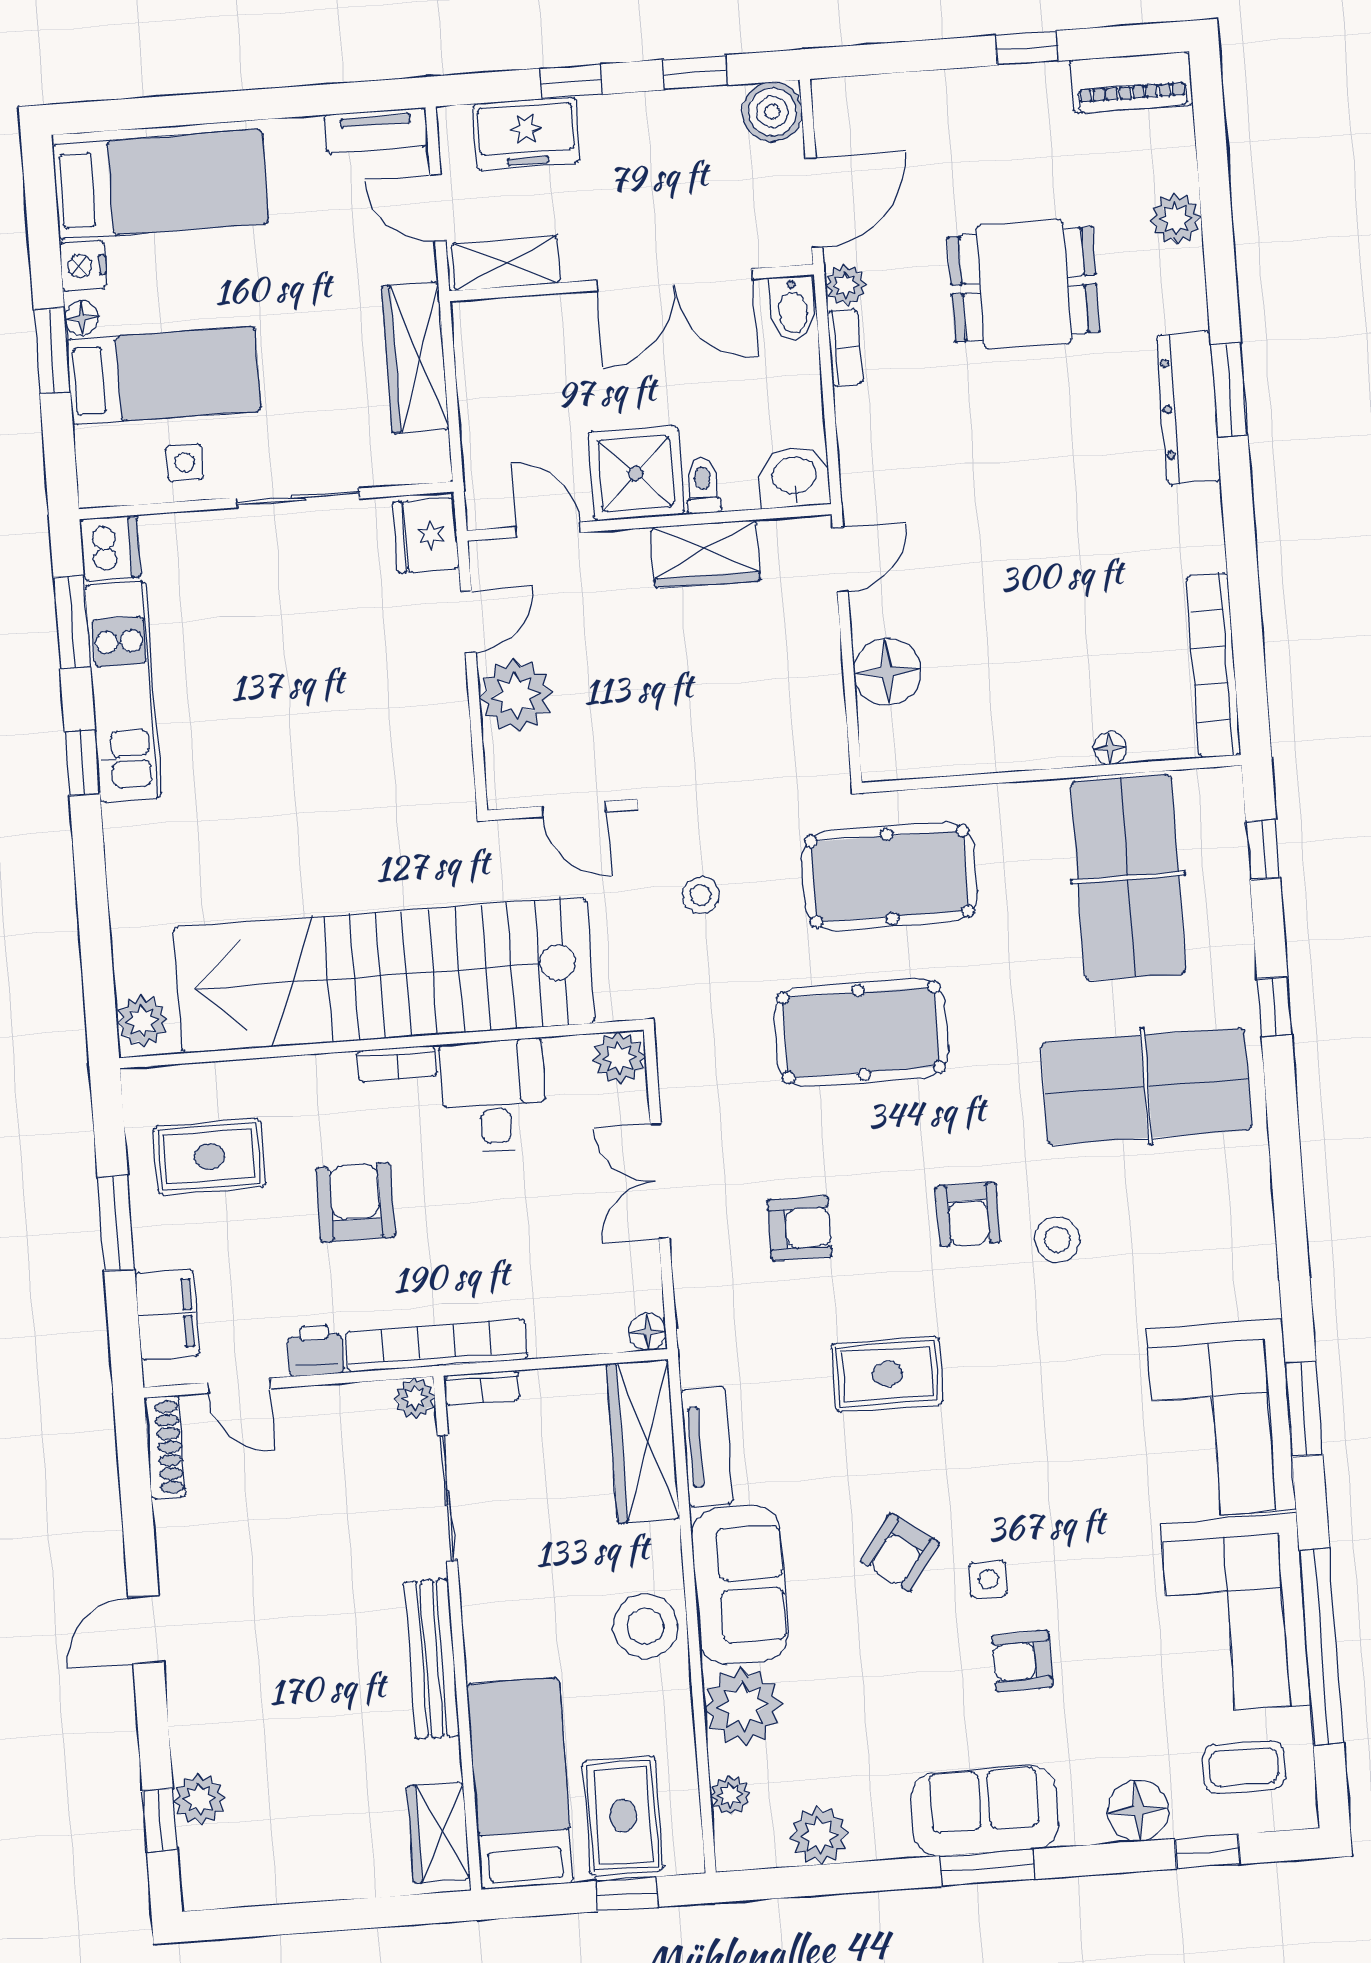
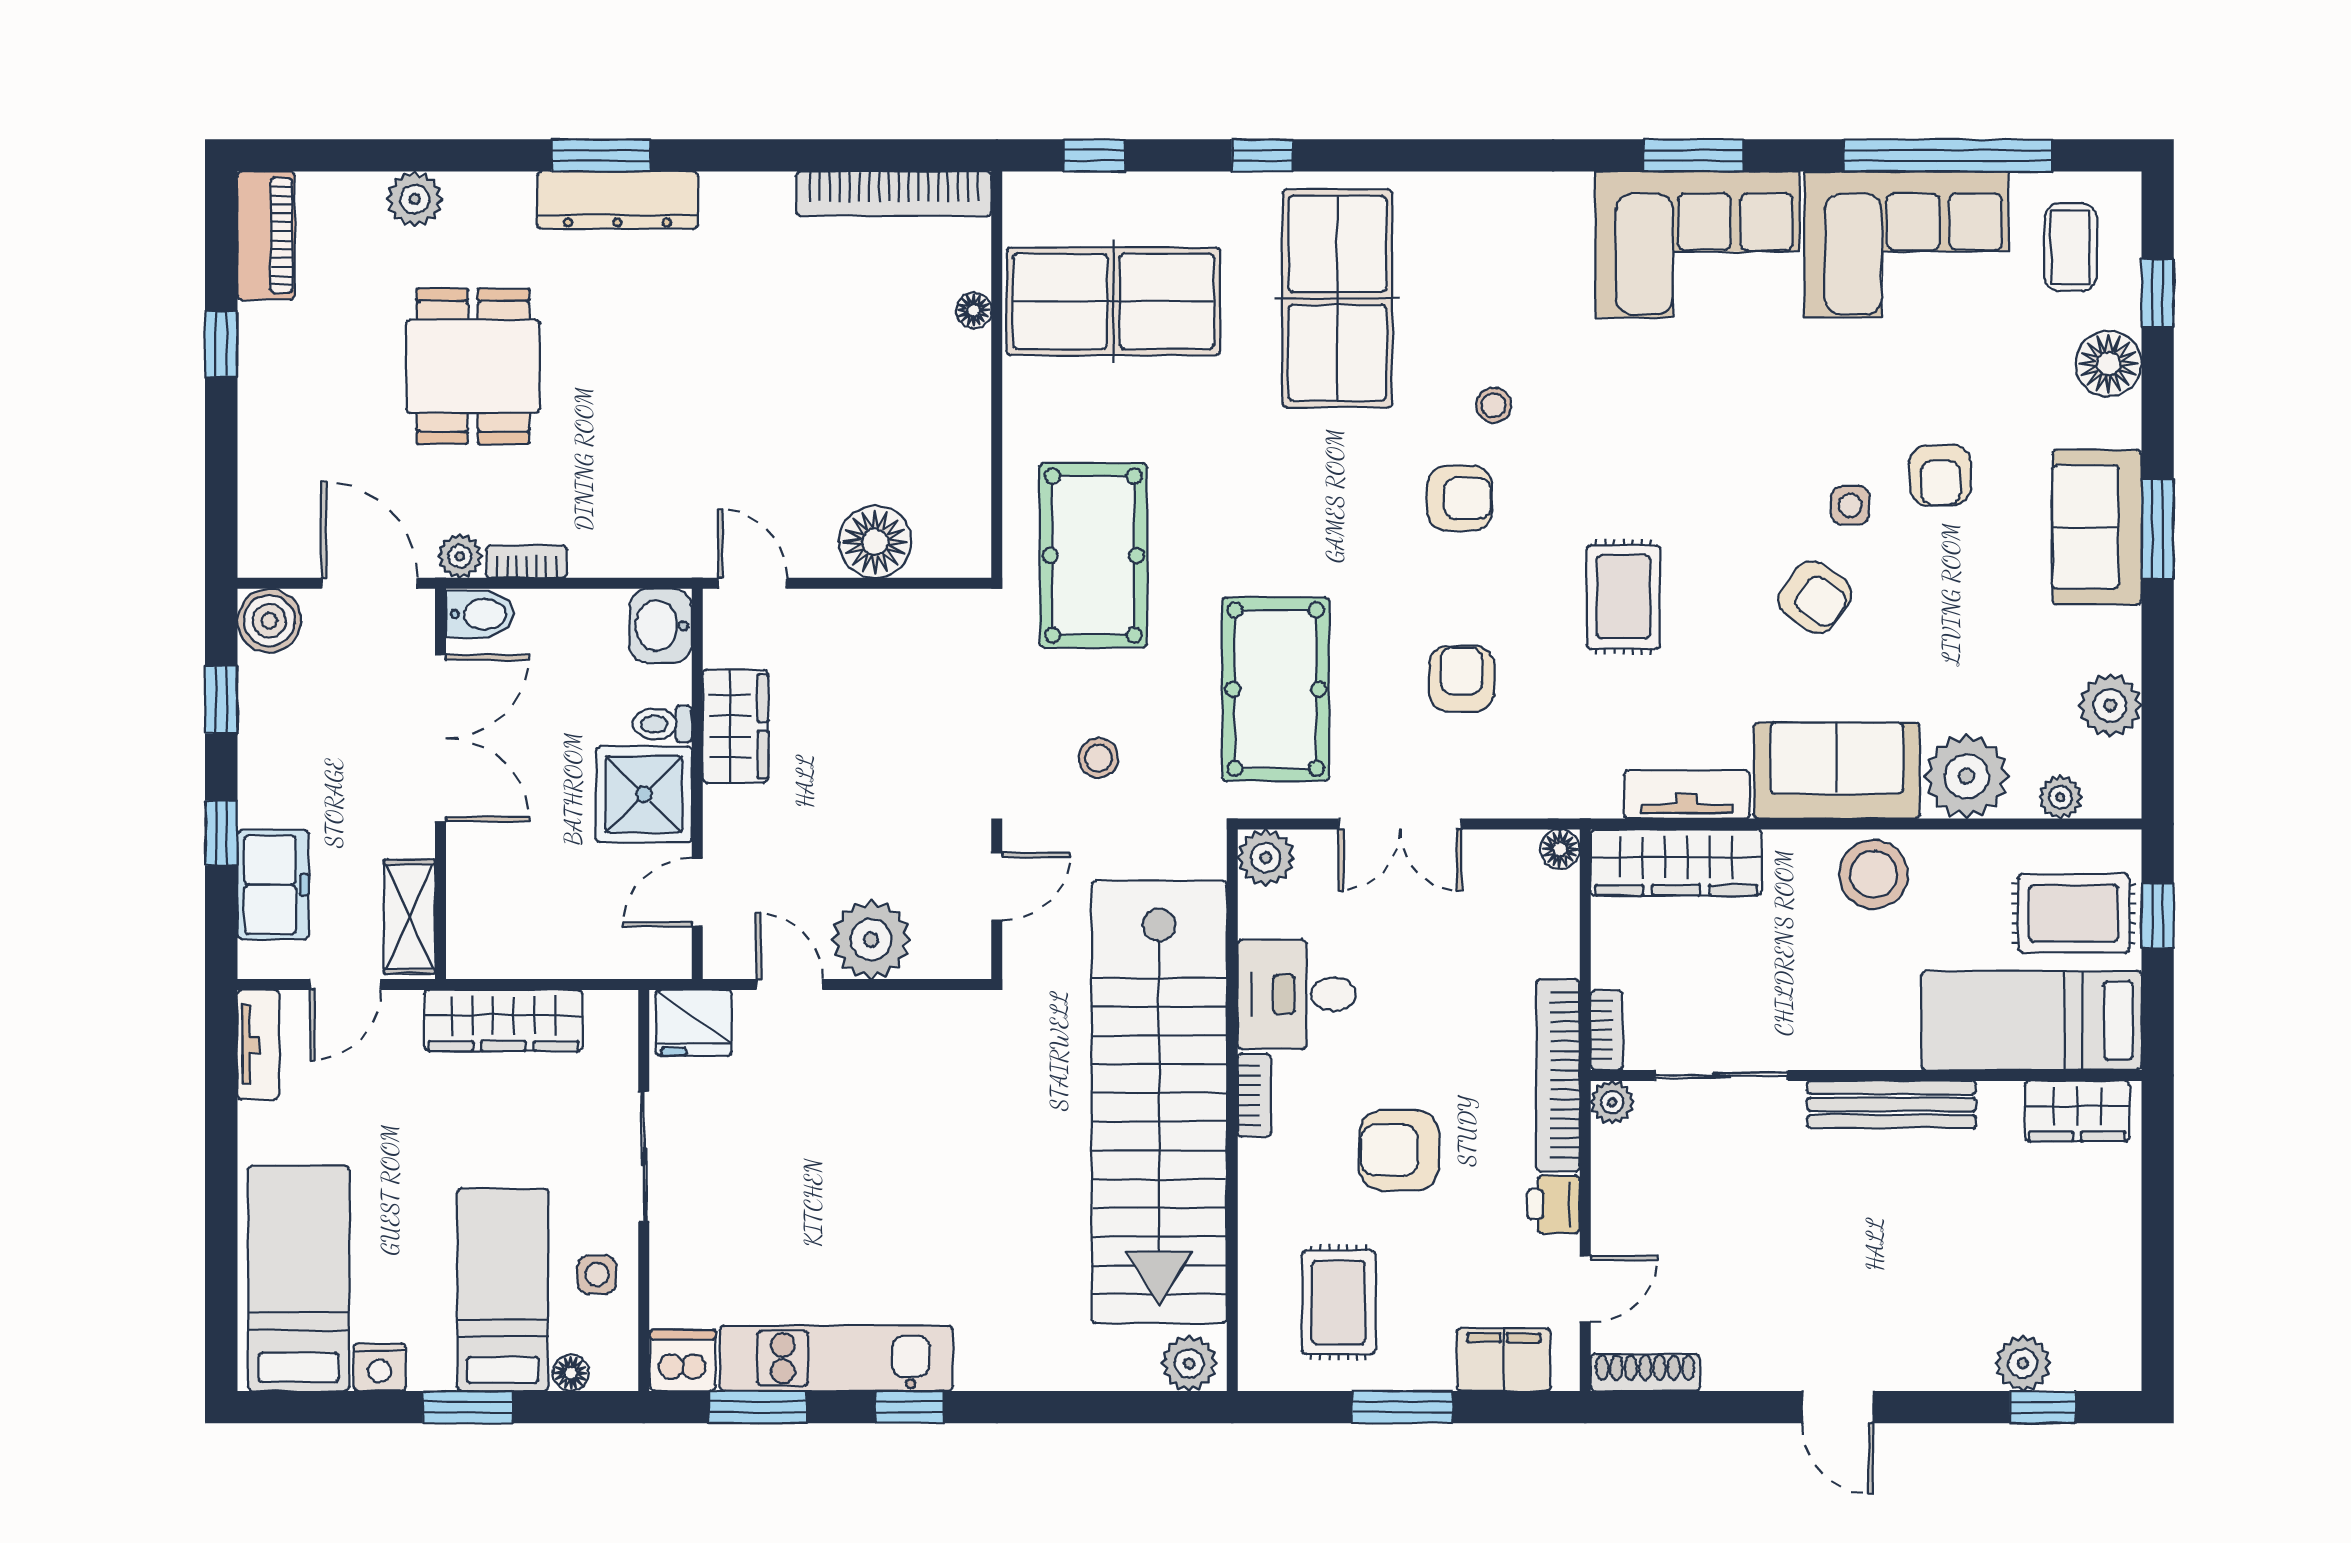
floor lamp: (82, 318) -> (571, 1373), moved
pool table: (861, 1032) -> (1276, 689), moved
stool: (1057, 1239) -> (1494, 405), width x0.73, depth x0.73

